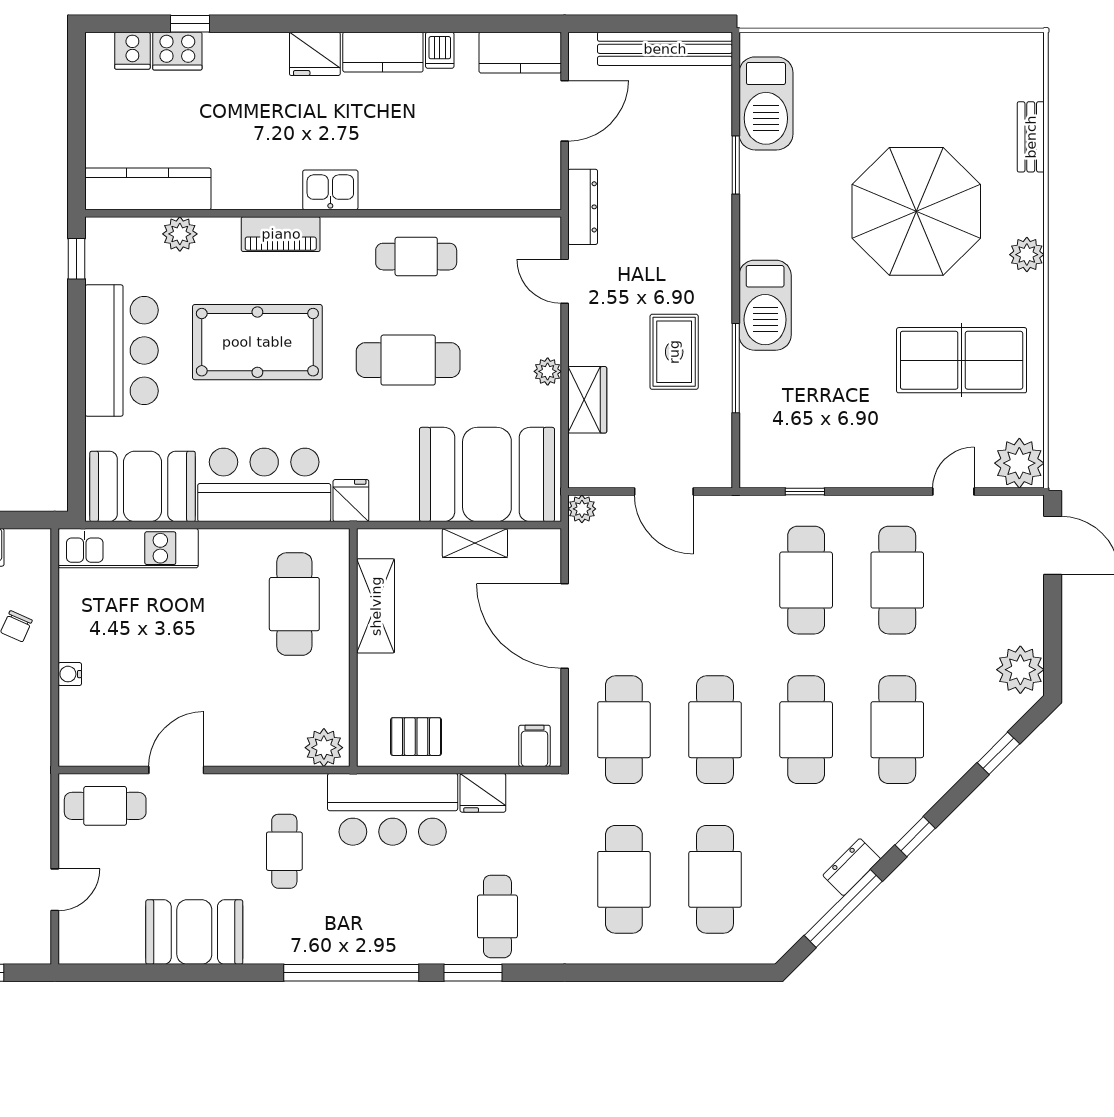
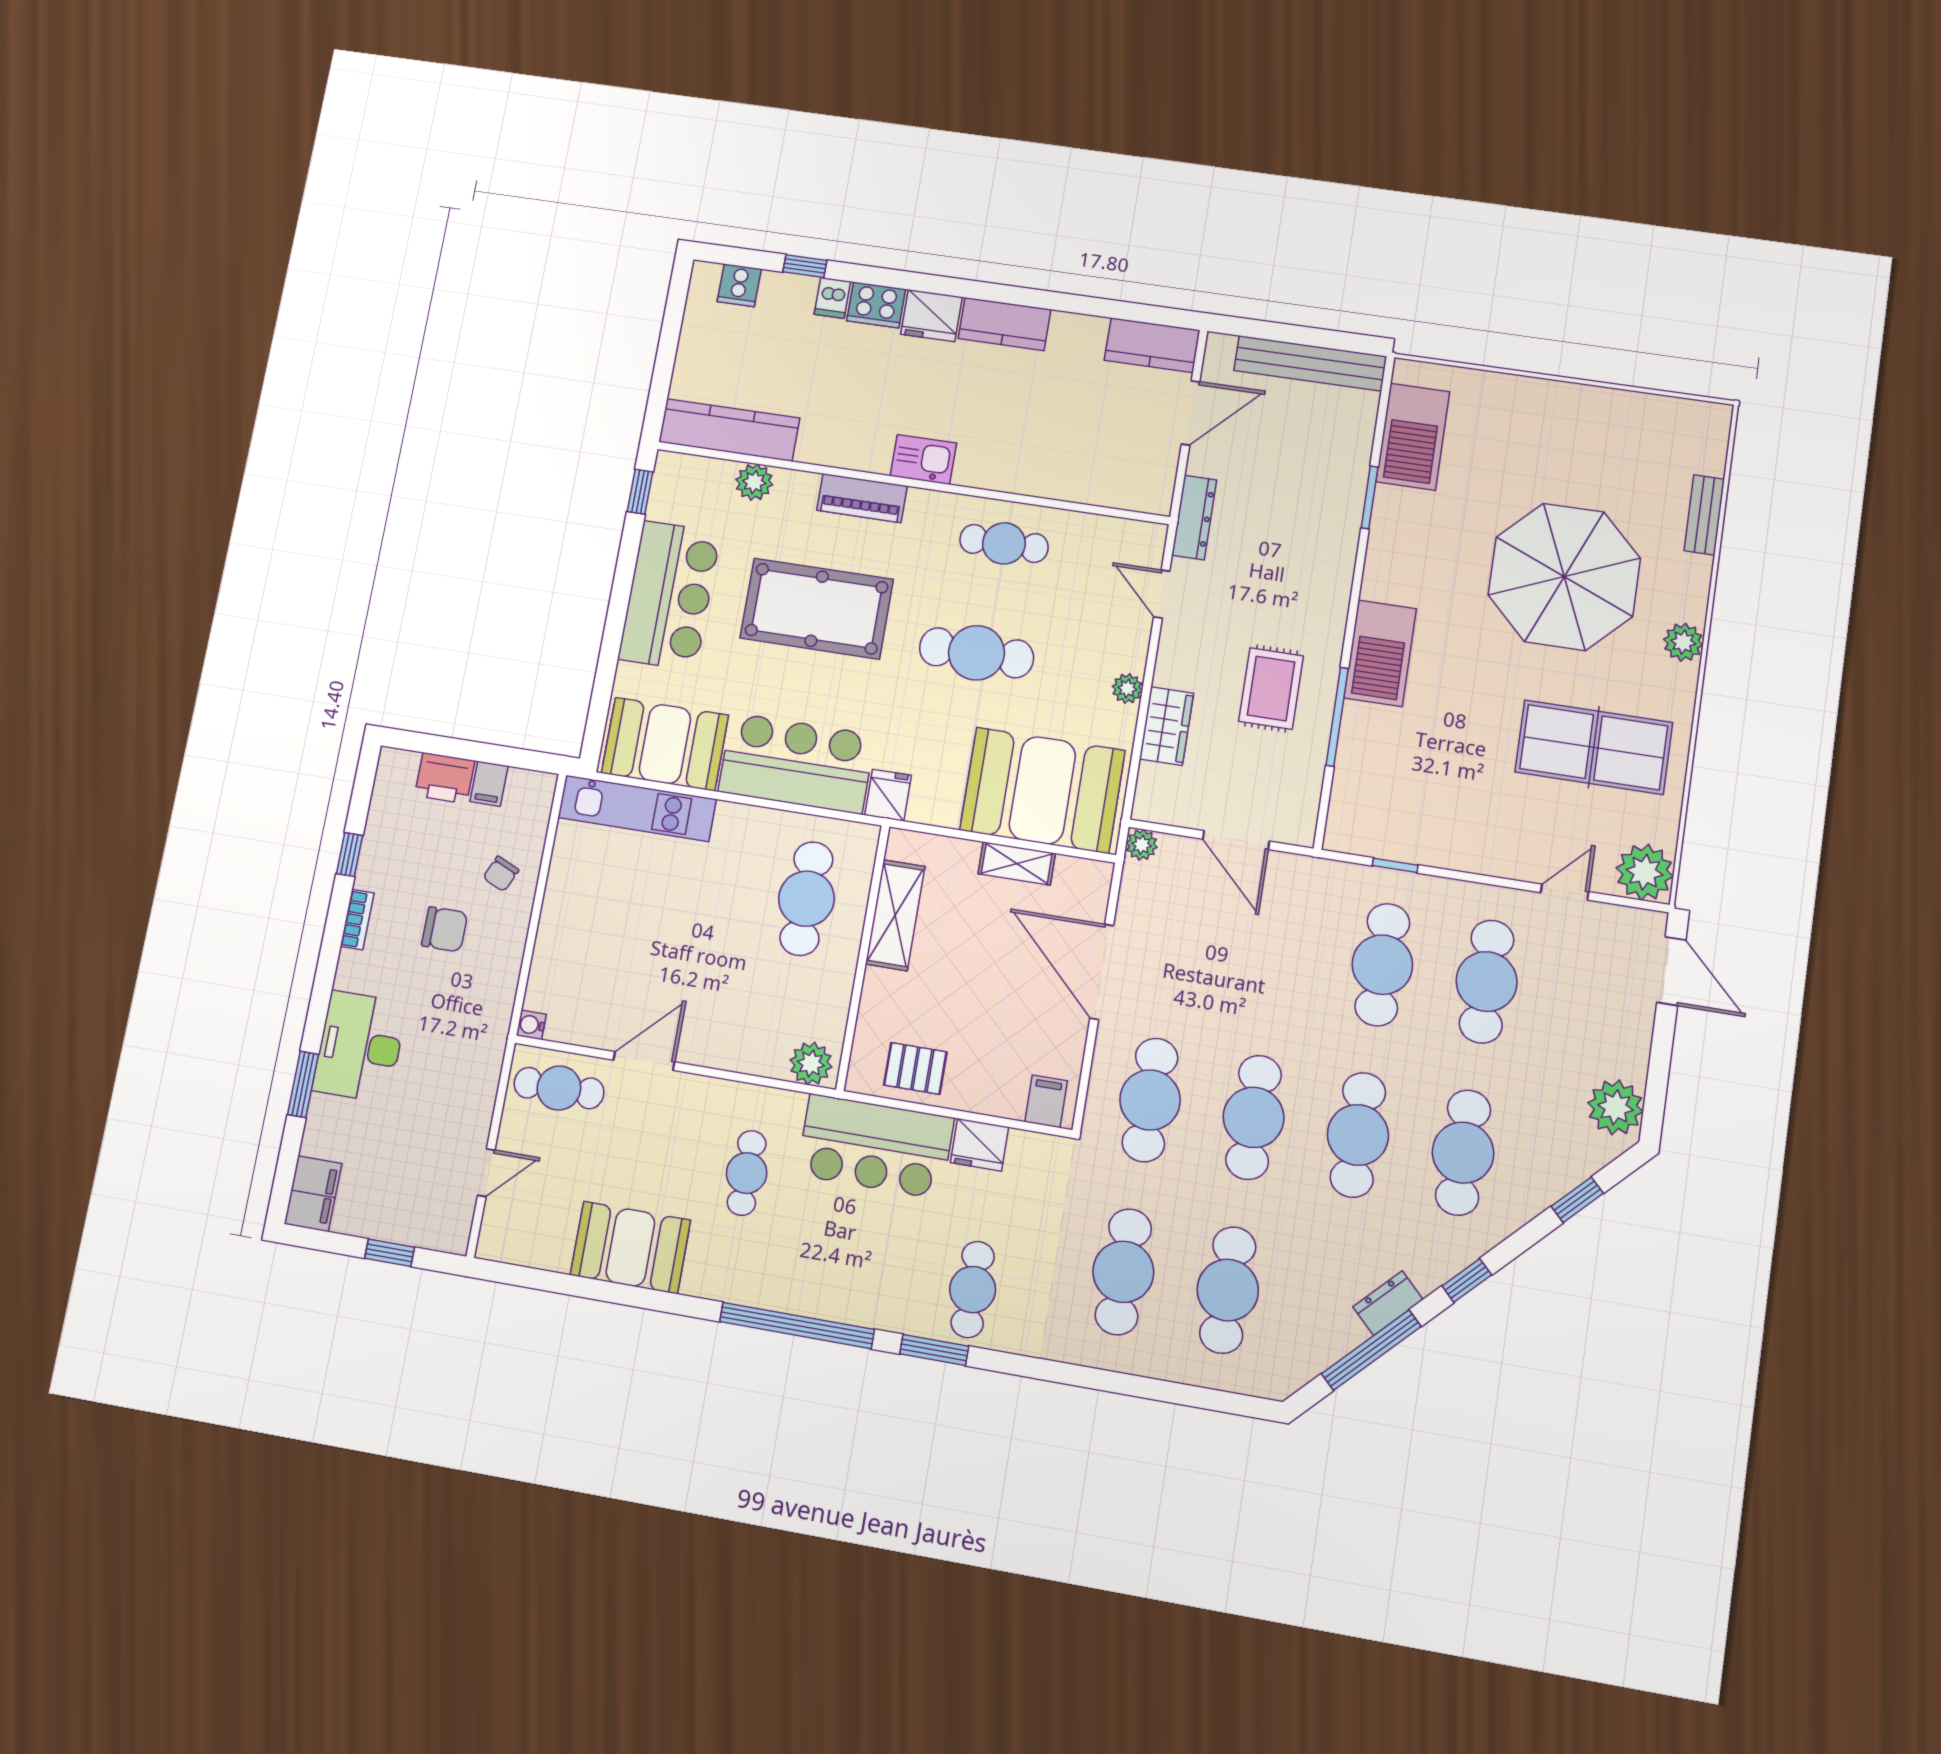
dishwasher: (440, 50) -> (832, 298), moved
cooker: (177, 51) -> (876, 305), moved
water cooler: (70, 674) -> (531, 1025), moved

